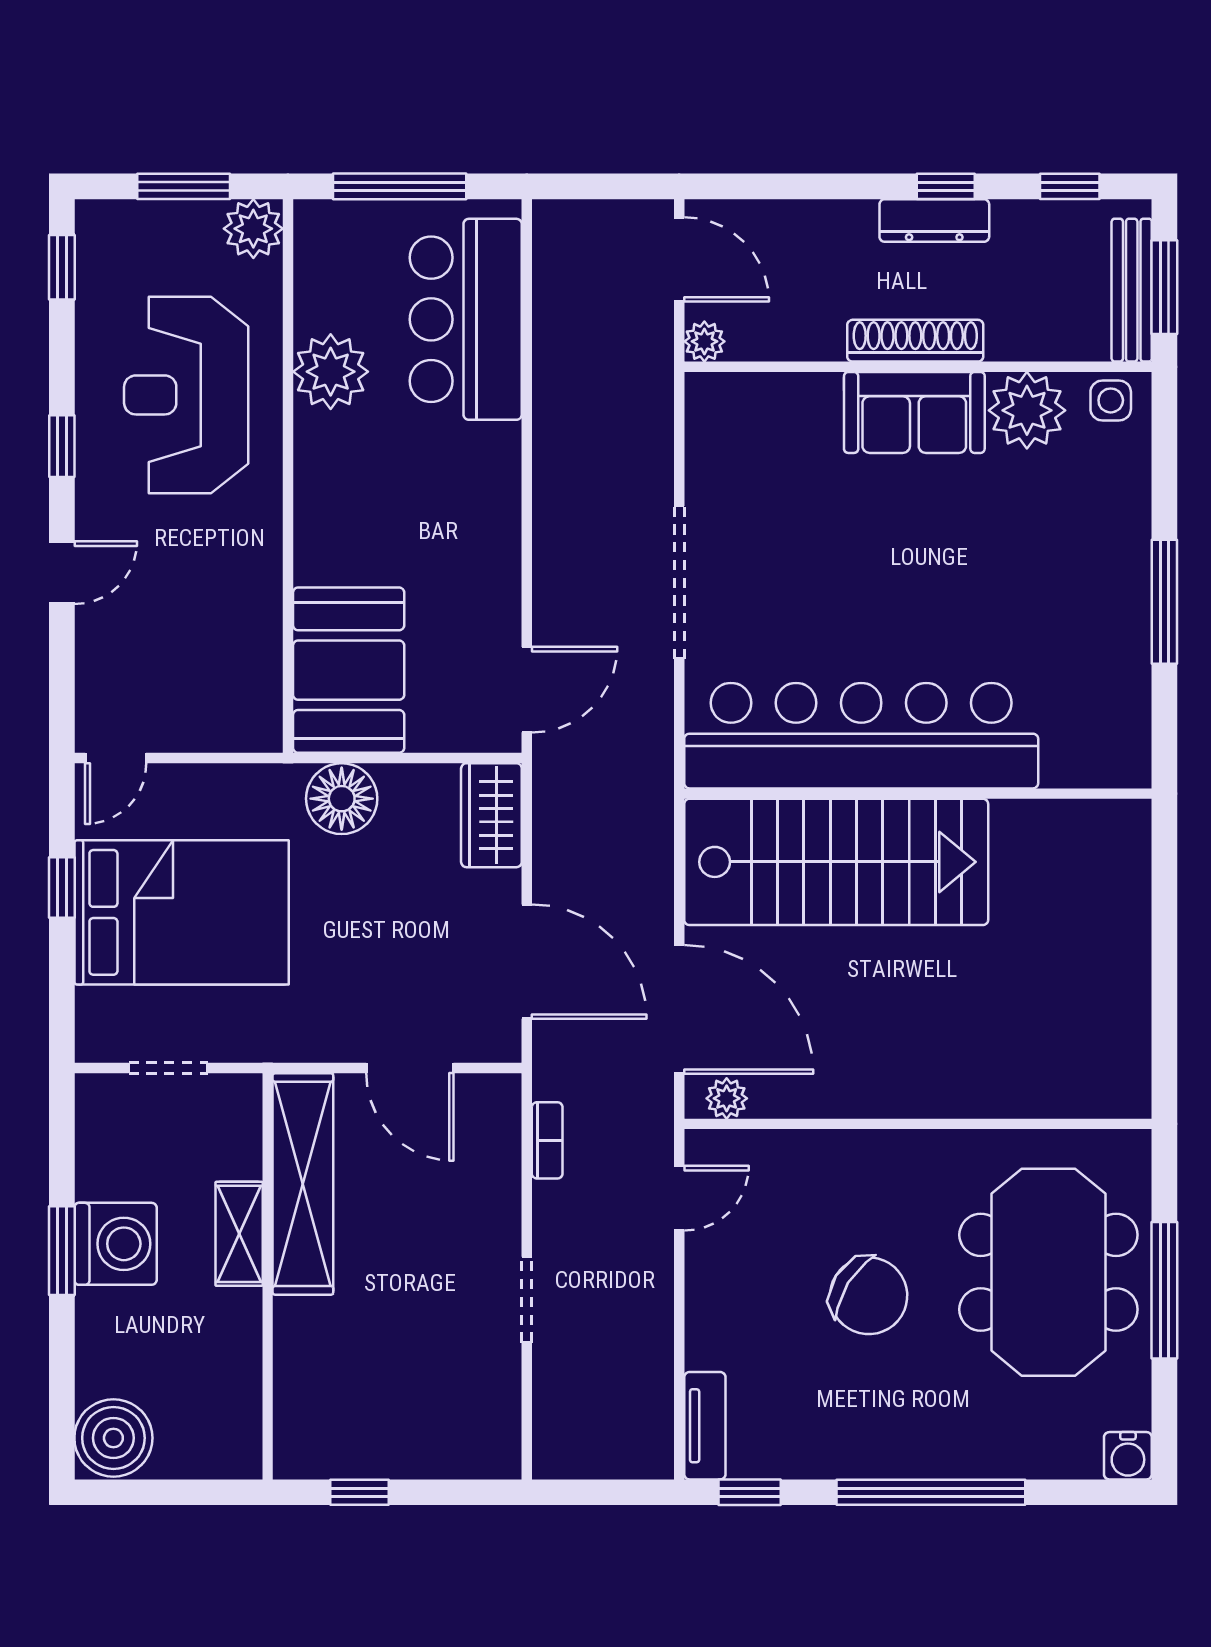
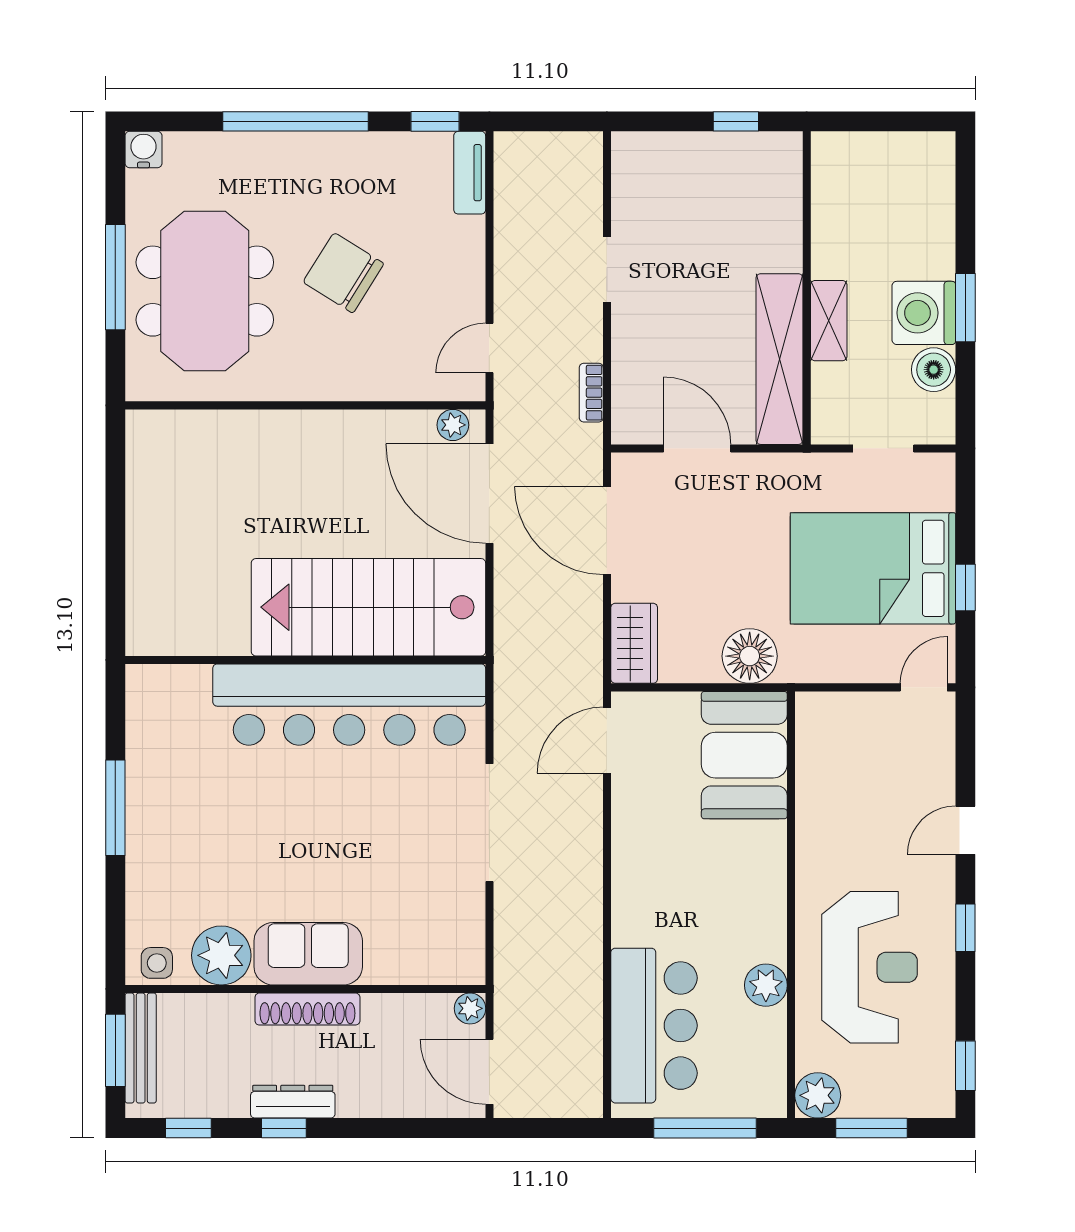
plant: (331, 372) -> (766, 985), width x0.73, depth x0.73
boiler: (113, 1438) -> (934, 370), moved, width x0.73, depth x0.73

